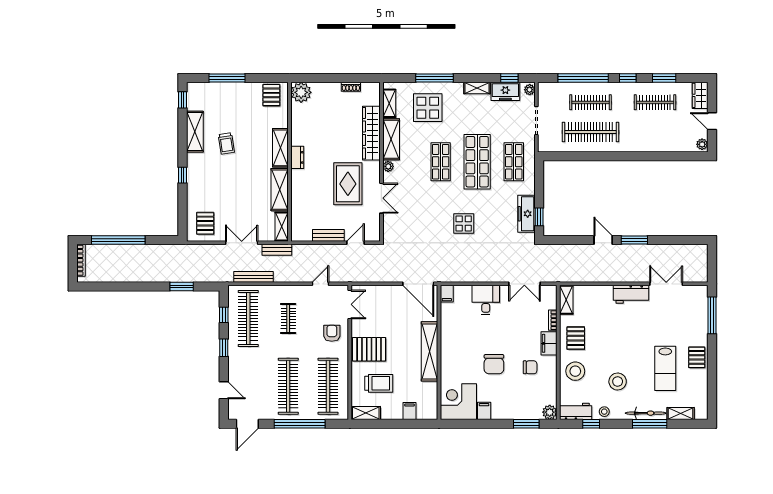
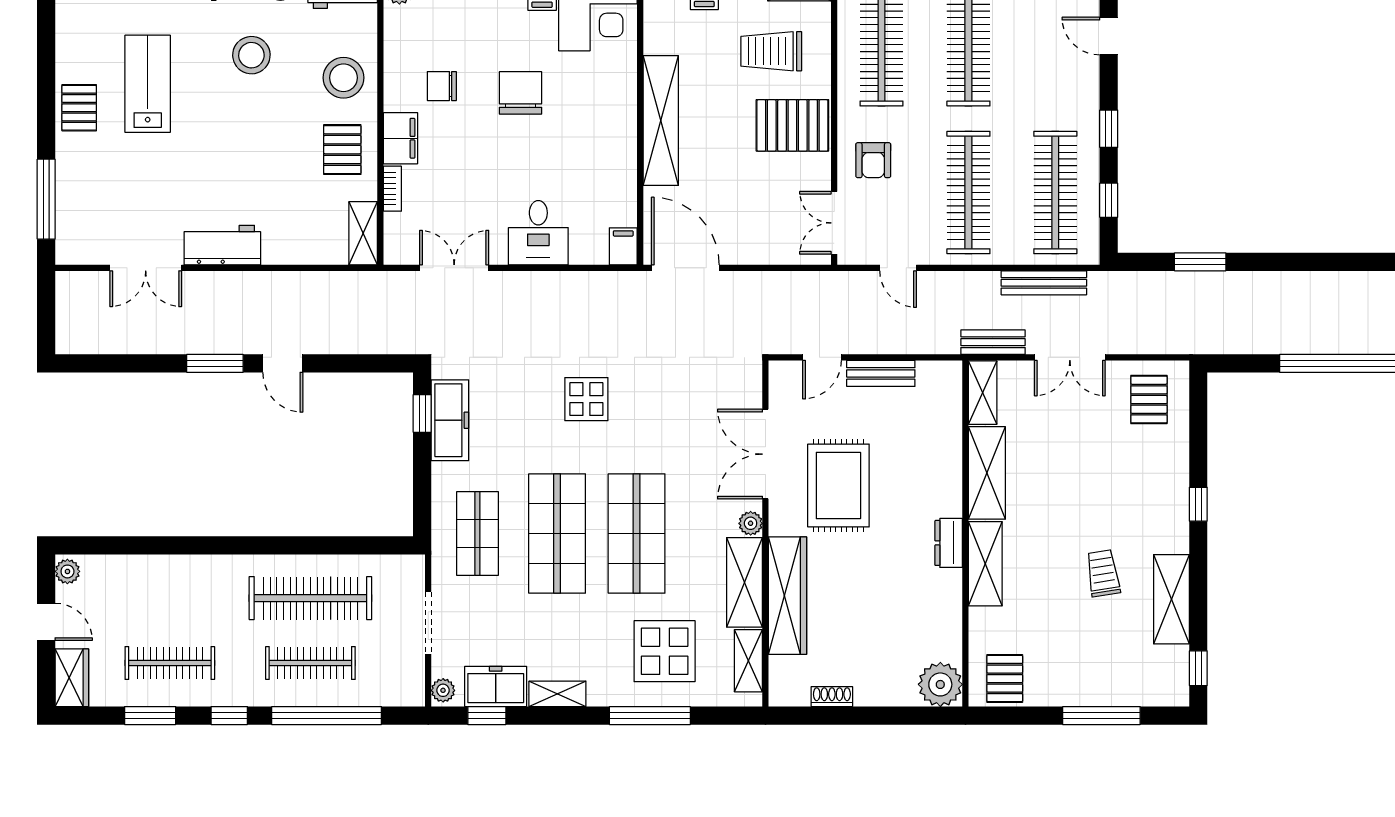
shop shelf: (441, 162) -> (637, 534), width x1.43, depth x1.36
double door: (381, 198) -> (765, 454), width x1.37
door: (320, 284) -> (898, 268), hinge flipped
clothes rail: (288, 318) -> (968, 192), width x1.86, depth x1.31

